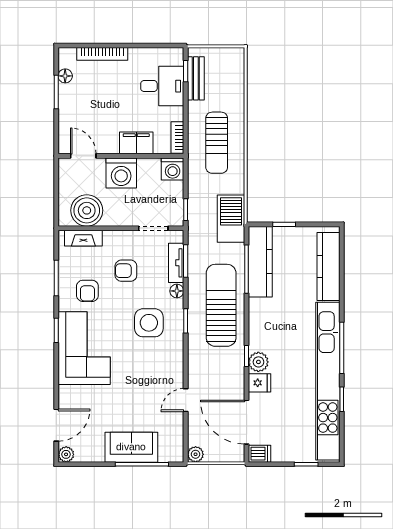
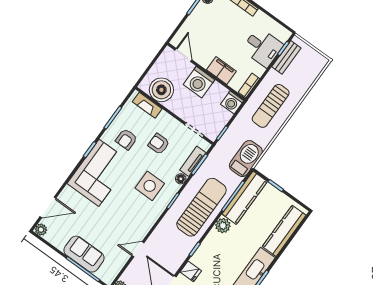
plant: (258, 362) -> (223, 226), moved

